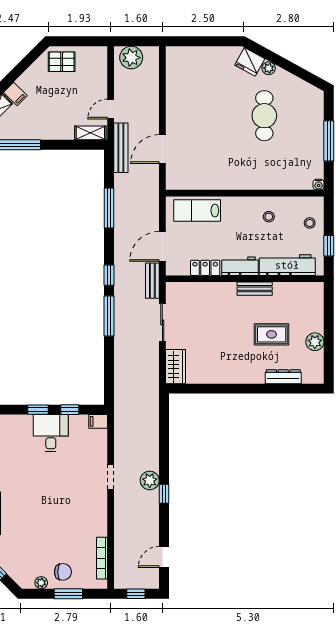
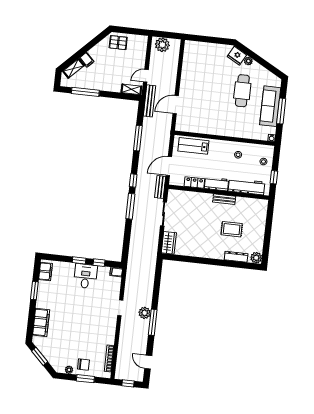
sofa: (311, 135) -> (270, 106), added
plant: (315, 342) -> (256, 258), moved
window: (164, 494) -> (153, 322), width x2.17
door: (164, 557) -> (148, 362), hinge flipped

